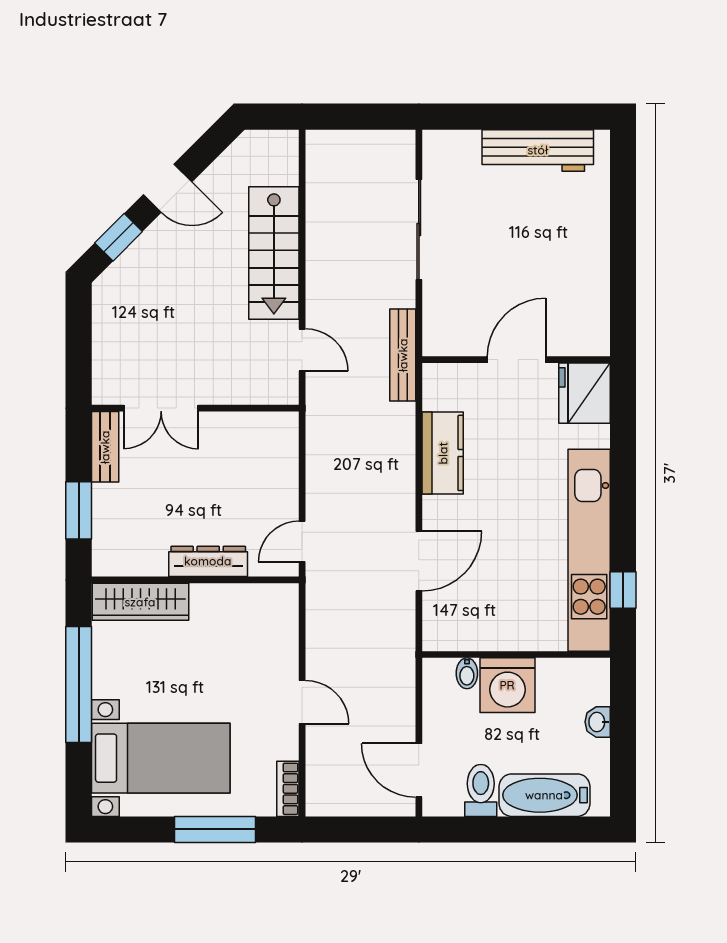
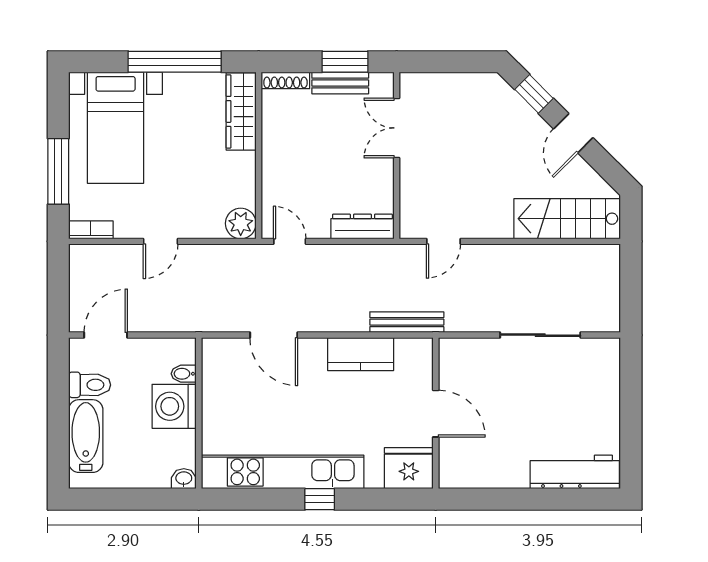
workbench: (538, 150) -> (575, 472), moved, turned 90
stairs: (274, 253) -> (567, 219), moved
bench: (403, 355) -> (407, 322), moved
bench: (105, 447) -> (340, 83), moved
window: (79, 510) -> (345, 62), moved
shoe rack: (102, 547) -> (285, 80), added
dresser: (208, 561) -> (362, 226), moved, turned -90
window: (623, 590) -> (320, 499), moved
plant: (280, 602) -> (241, 223), added
washbasin: (598, 722) -> (184, 479), moved

